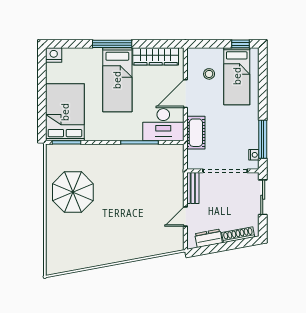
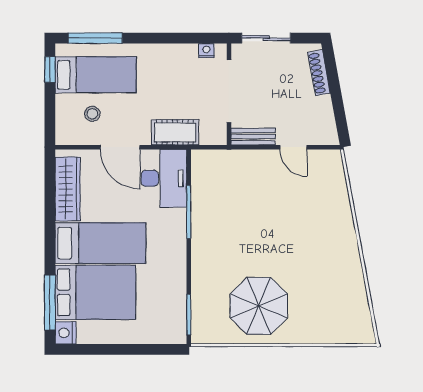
window: (112, 44) -> (50, 302), moved
bed: (65, 112) -> (95, 292), moved, turned 180
window: (263, 139) -> (95, 38), moved
dresser: (209, 238) -> (324, 115), removed

